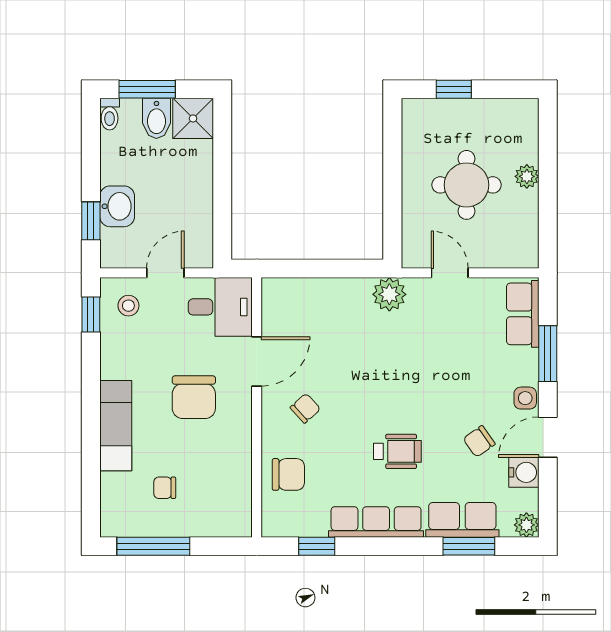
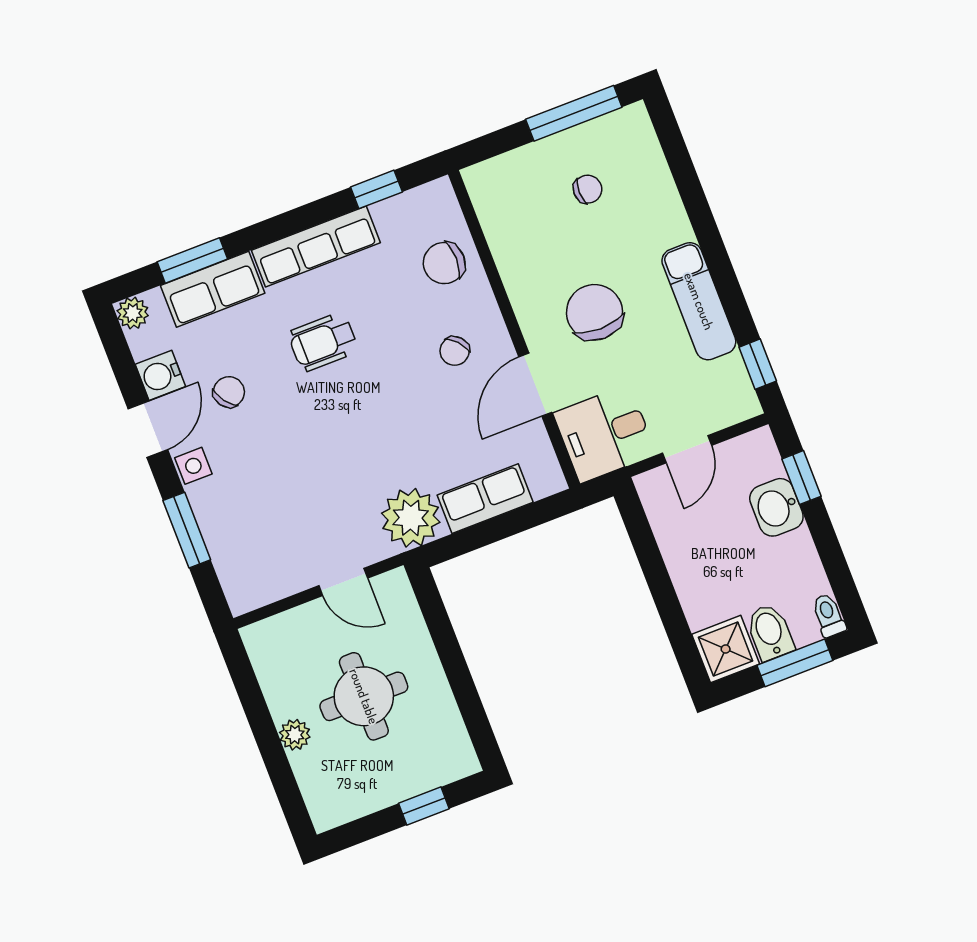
plant: (389, 294) -> (411, 518), width x1.36, depth x1.36
stool: (128, 306) -> (716, 393), removed
row of seats: (523, 314) -> (485, 499), moved, turned -90
exam couch: (116, 426) -> (699, 301), moved

